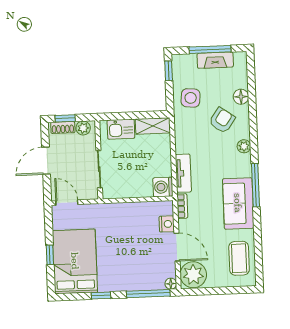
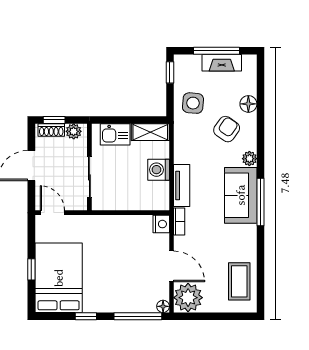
washing machine: (163, 187) -> (159, 170), moved
sofa: (238, 203) -> (241, 195), moved
nightstand: (167, 224) -> (161, 224), moved

